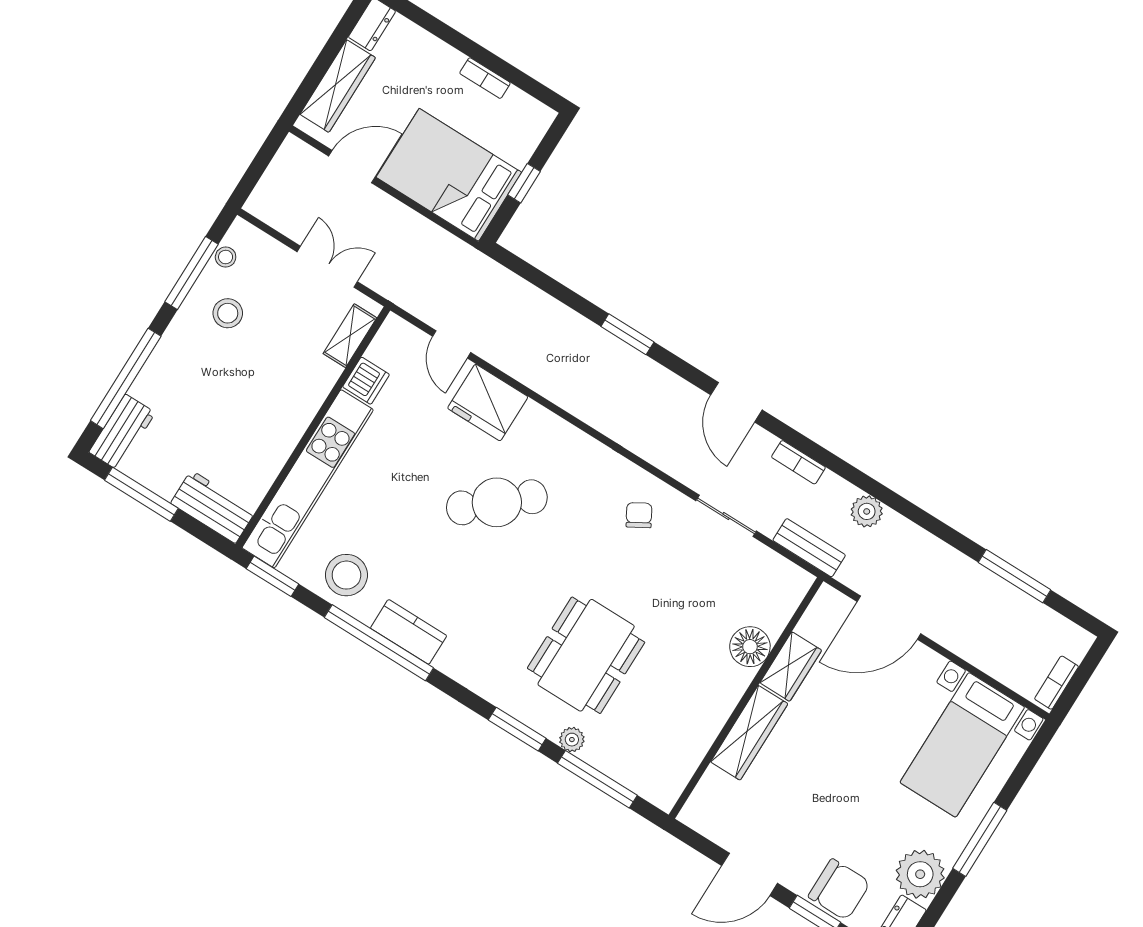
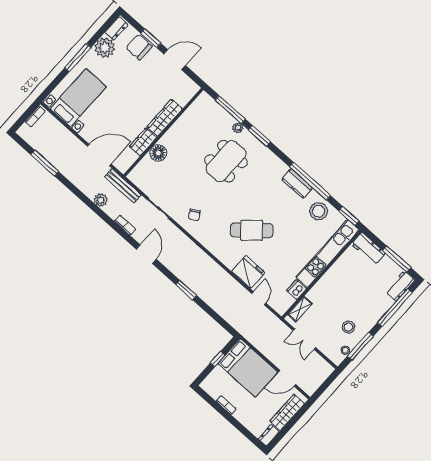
bench: (809, 548) -> (123, 186), width x1.36

